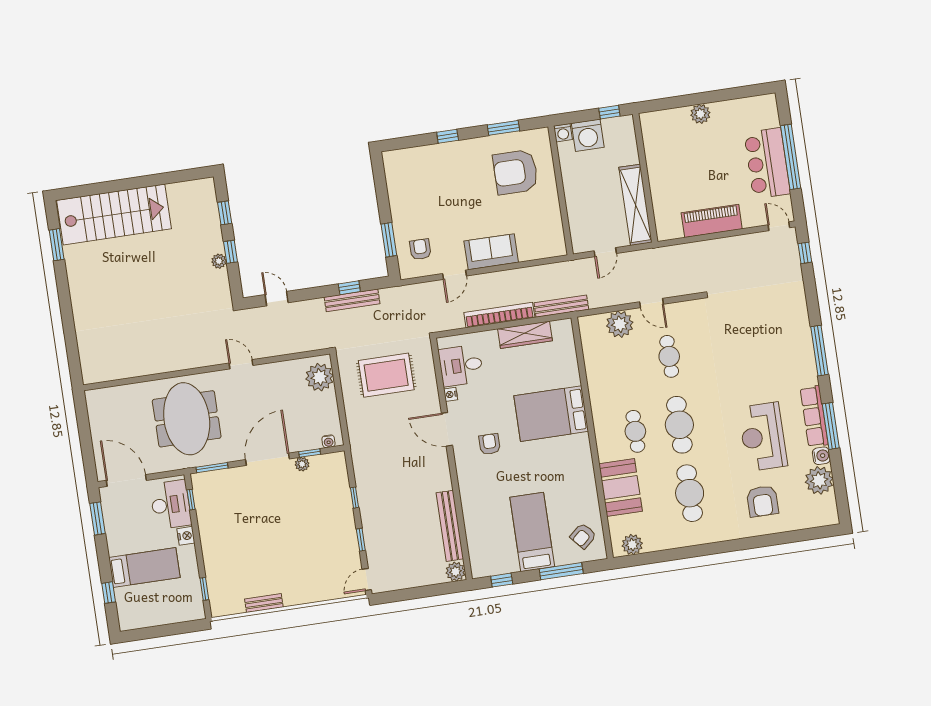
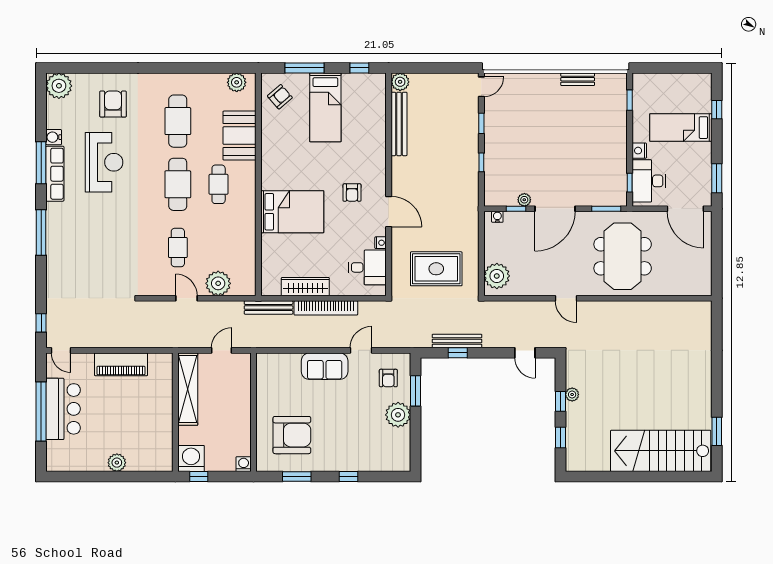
washing machine: (588, 135) -> (191, 458), moved
plant: (404, 211) -> (398, 415), added
plant: (819, 480) -> (59, 86), moved

